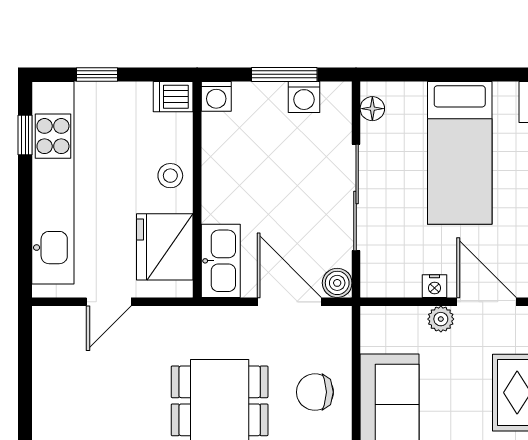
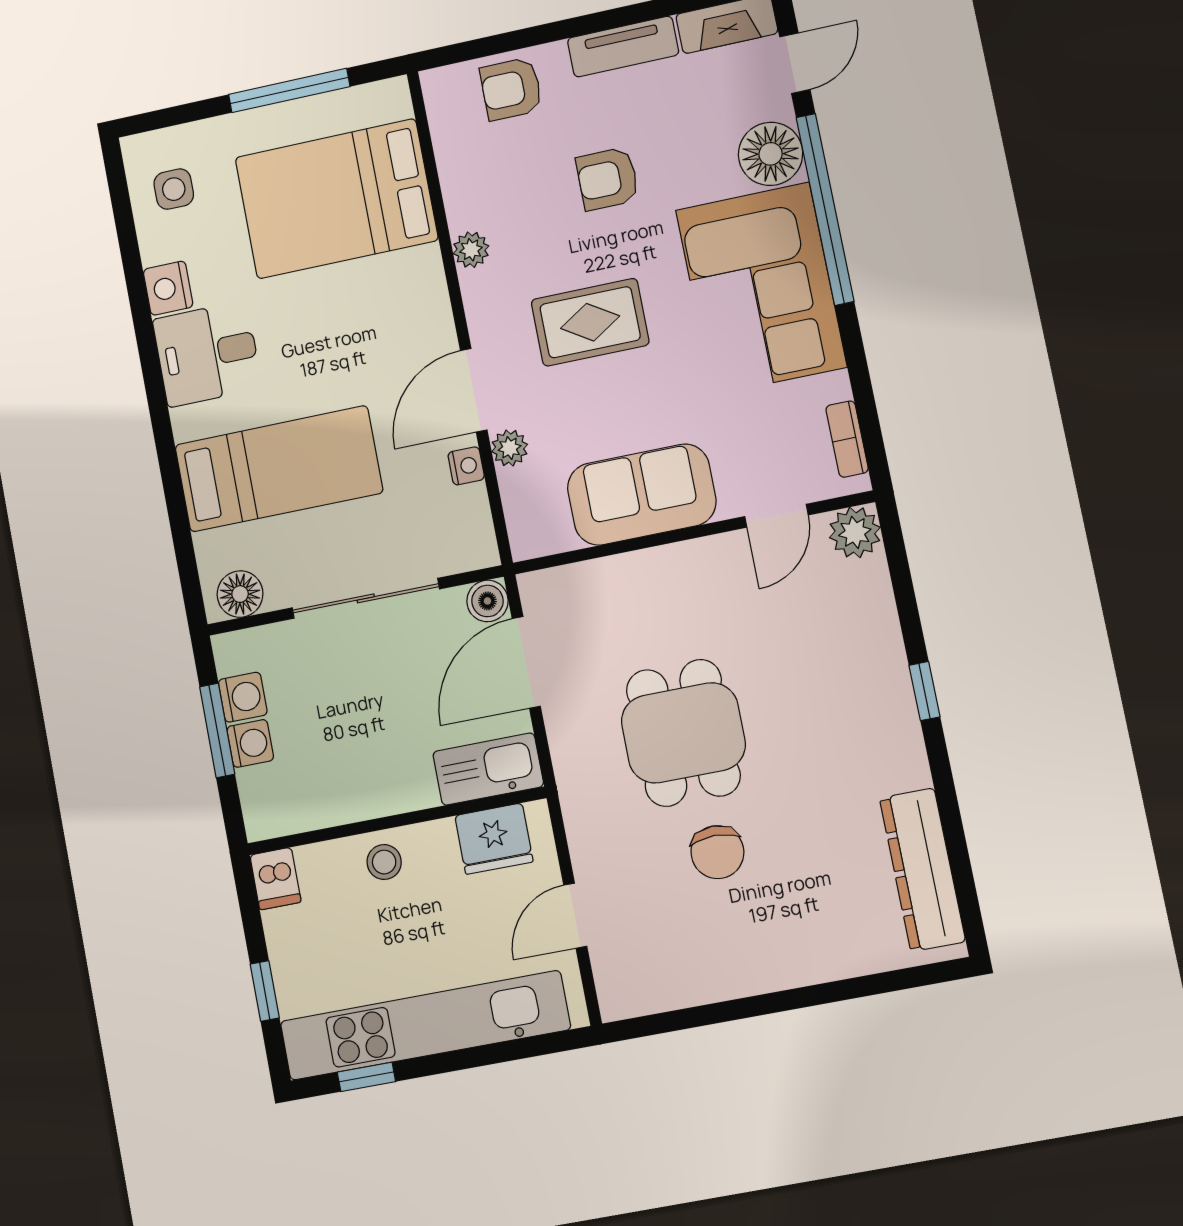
washing machine: (216, 96) -> (250, 743), moved
floor lamp: (372, 109) -> (240, 594), width x1.37, depth x1.37
fridge: (165, 247) -> (494, 839), width x0.73, depth x0.75
door: (109, 302) -> (575, 916), swing flipped
chair: (315, 392) -> (717, 852), moved

